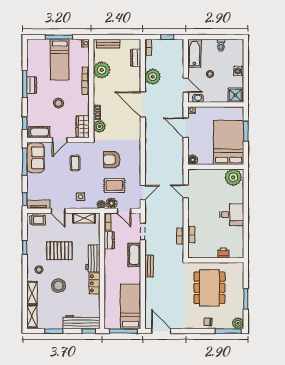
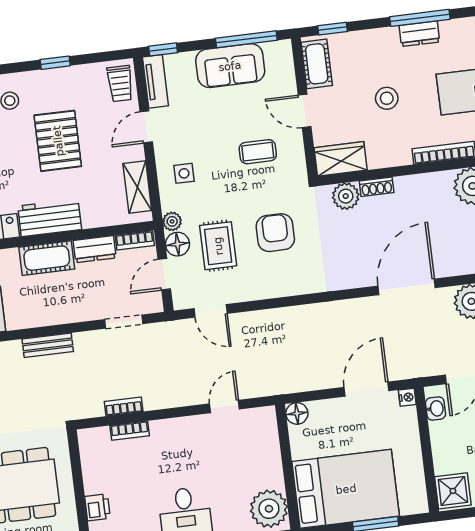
sofa: (36, 158) -> (230, 66), moved
cot: (134, 255) -> (47, 258), moved

